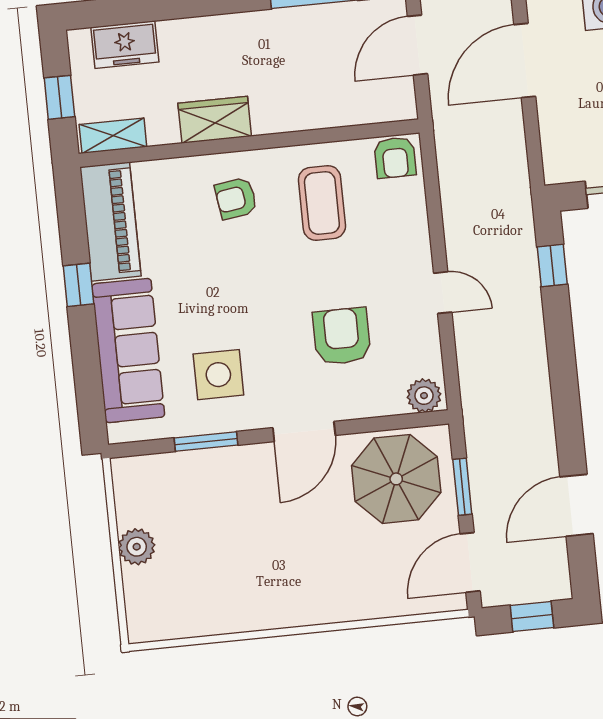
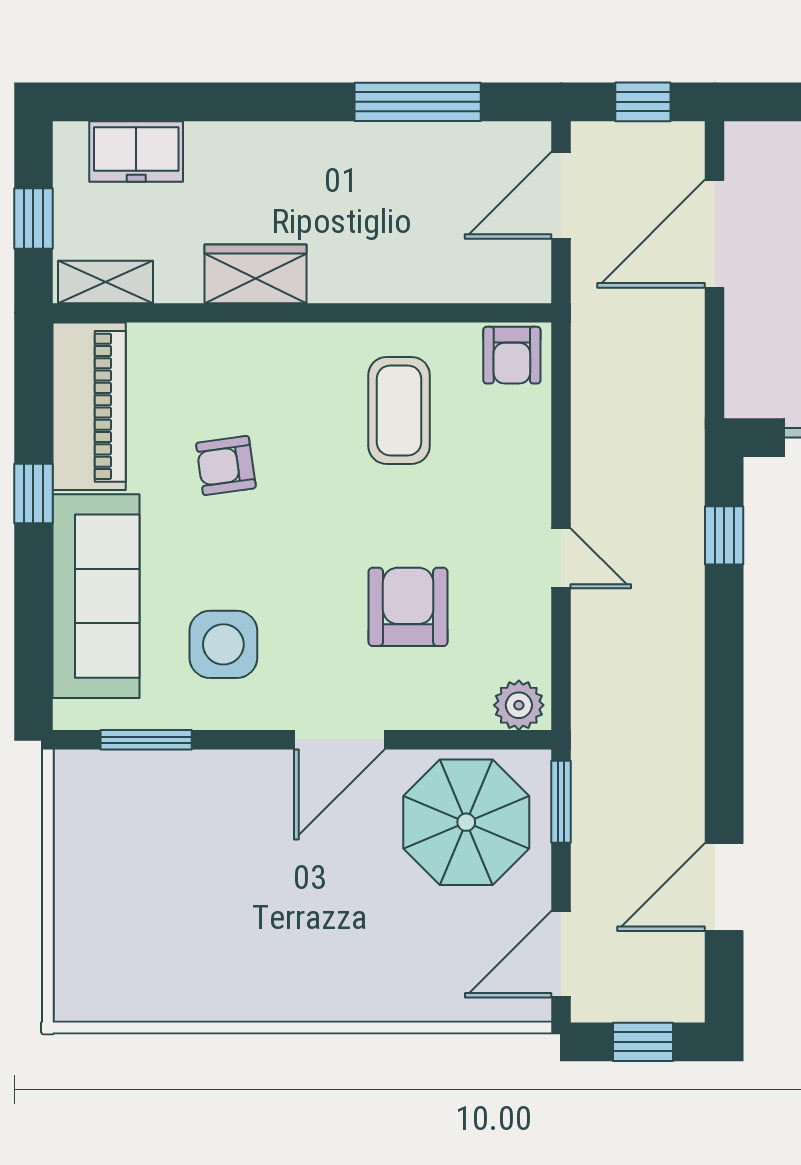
armchair: (236, 198) -> (226, 465), moved
window: (206, 442) -> (146, 740), moved
window: (462, 487) -> (561, 802), moved
plant: (137, 547) -> (79, 882), removed

